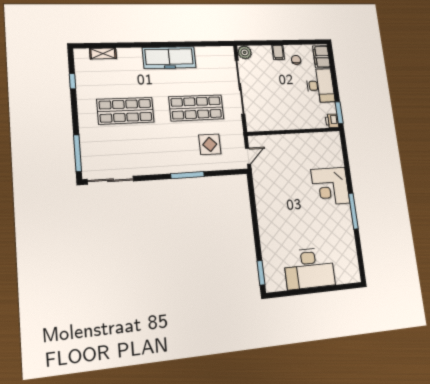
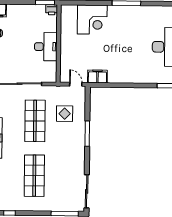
desk: (320, 86) -> (46, 47), moved, turned 90
filing cabinet: (261, 182) -> (97, 76), added
corner desk: (330, 186) -> (92, 20), moved

